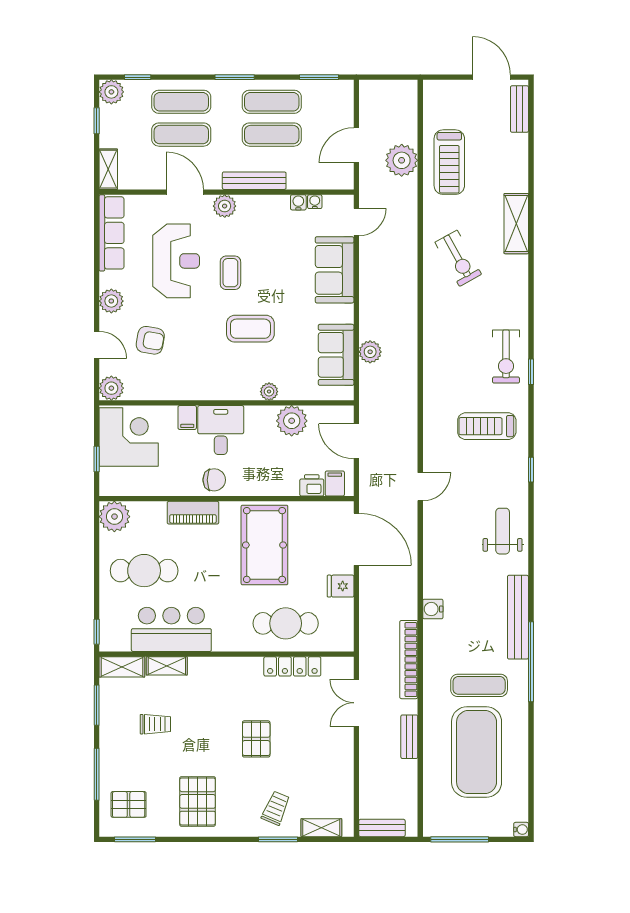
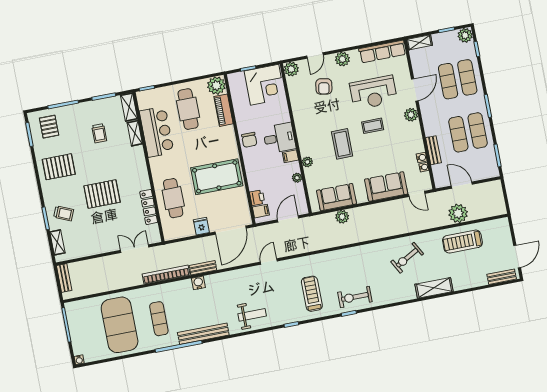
bench: (254, 181) -> (433, 150), moved, width x0.73
filing cabinet: (187, 417) -> (290, 156), moved
plant: (292, 421) -> (297, 178), width x0.53, depth x0.53
door: (420, 487) -> (269, 262), swing flipped
piano: (193, 513) -> (223, 110), moved
bench: (409, 737) -> (203, 268), moved
pallet: (256, 739) -> (102, 194), width x1.50, depth x1.42
exercise mat: (477, 752) -> (120, 325), turned 90

